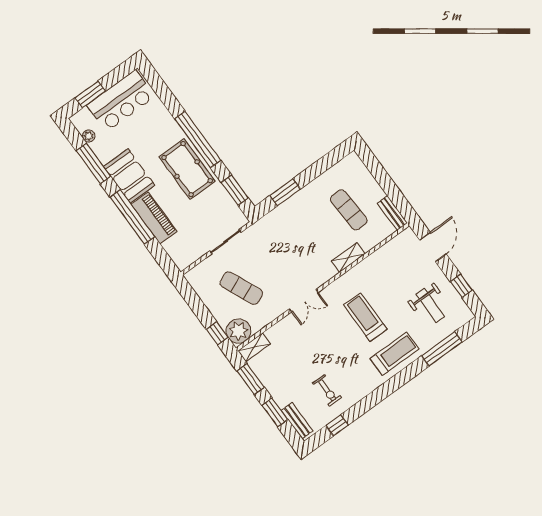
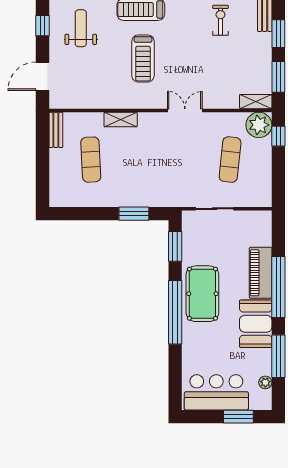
exercise mat: (241, 288) -> (230, 160), turned 30

